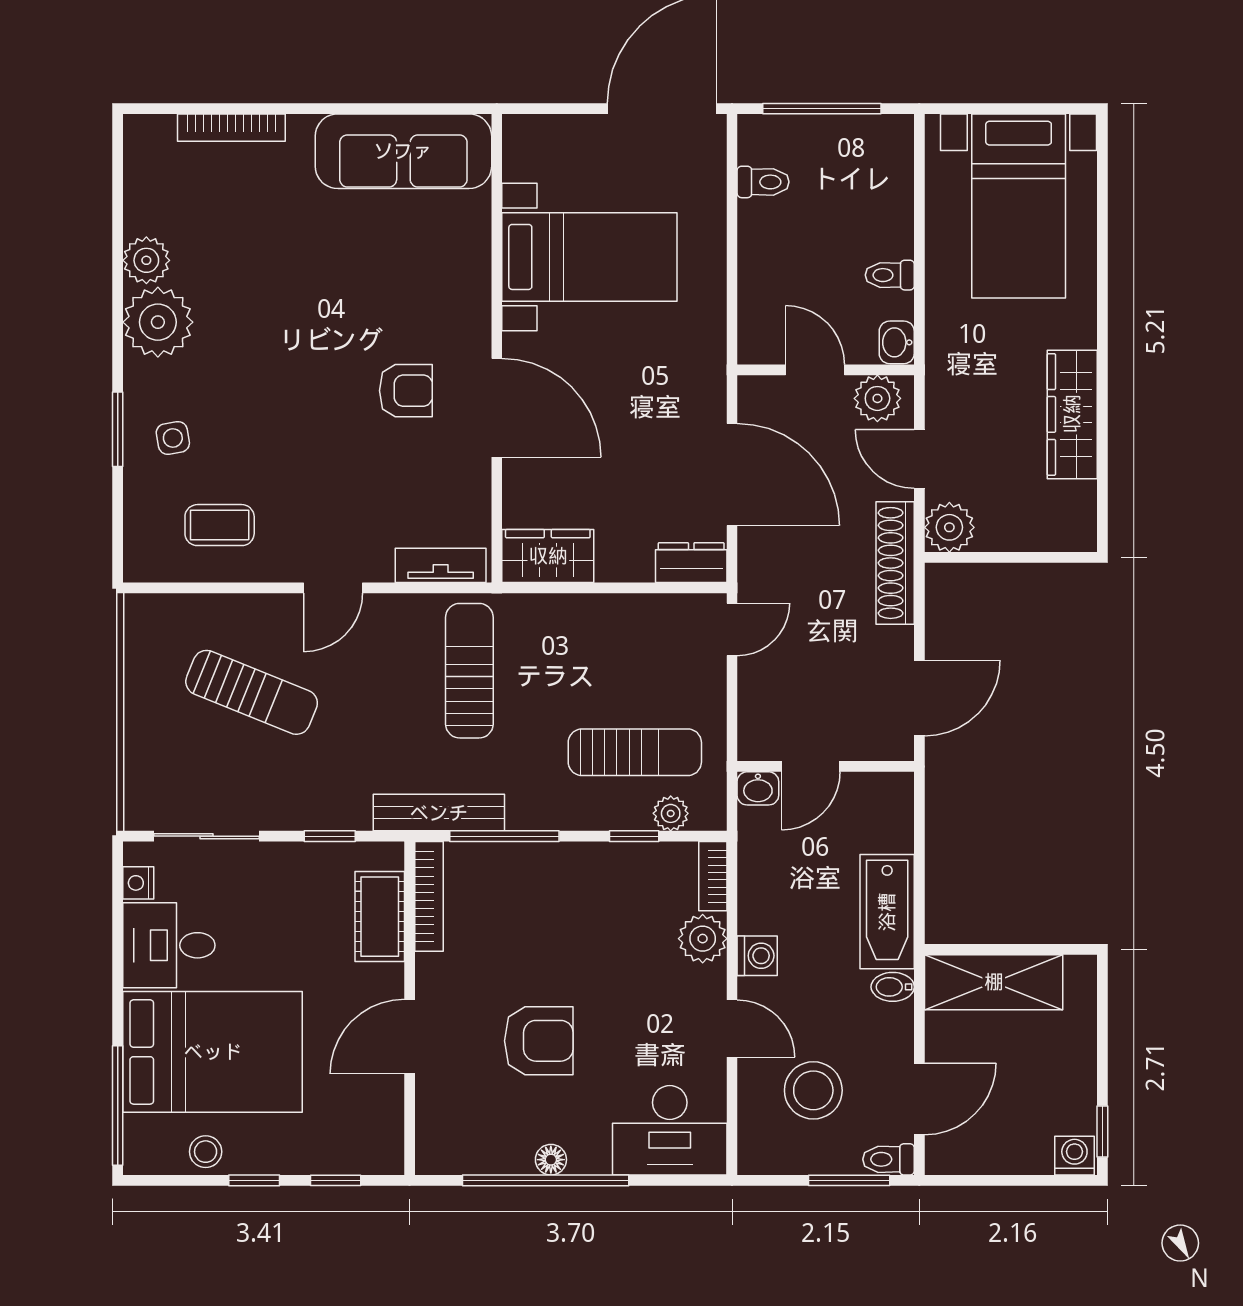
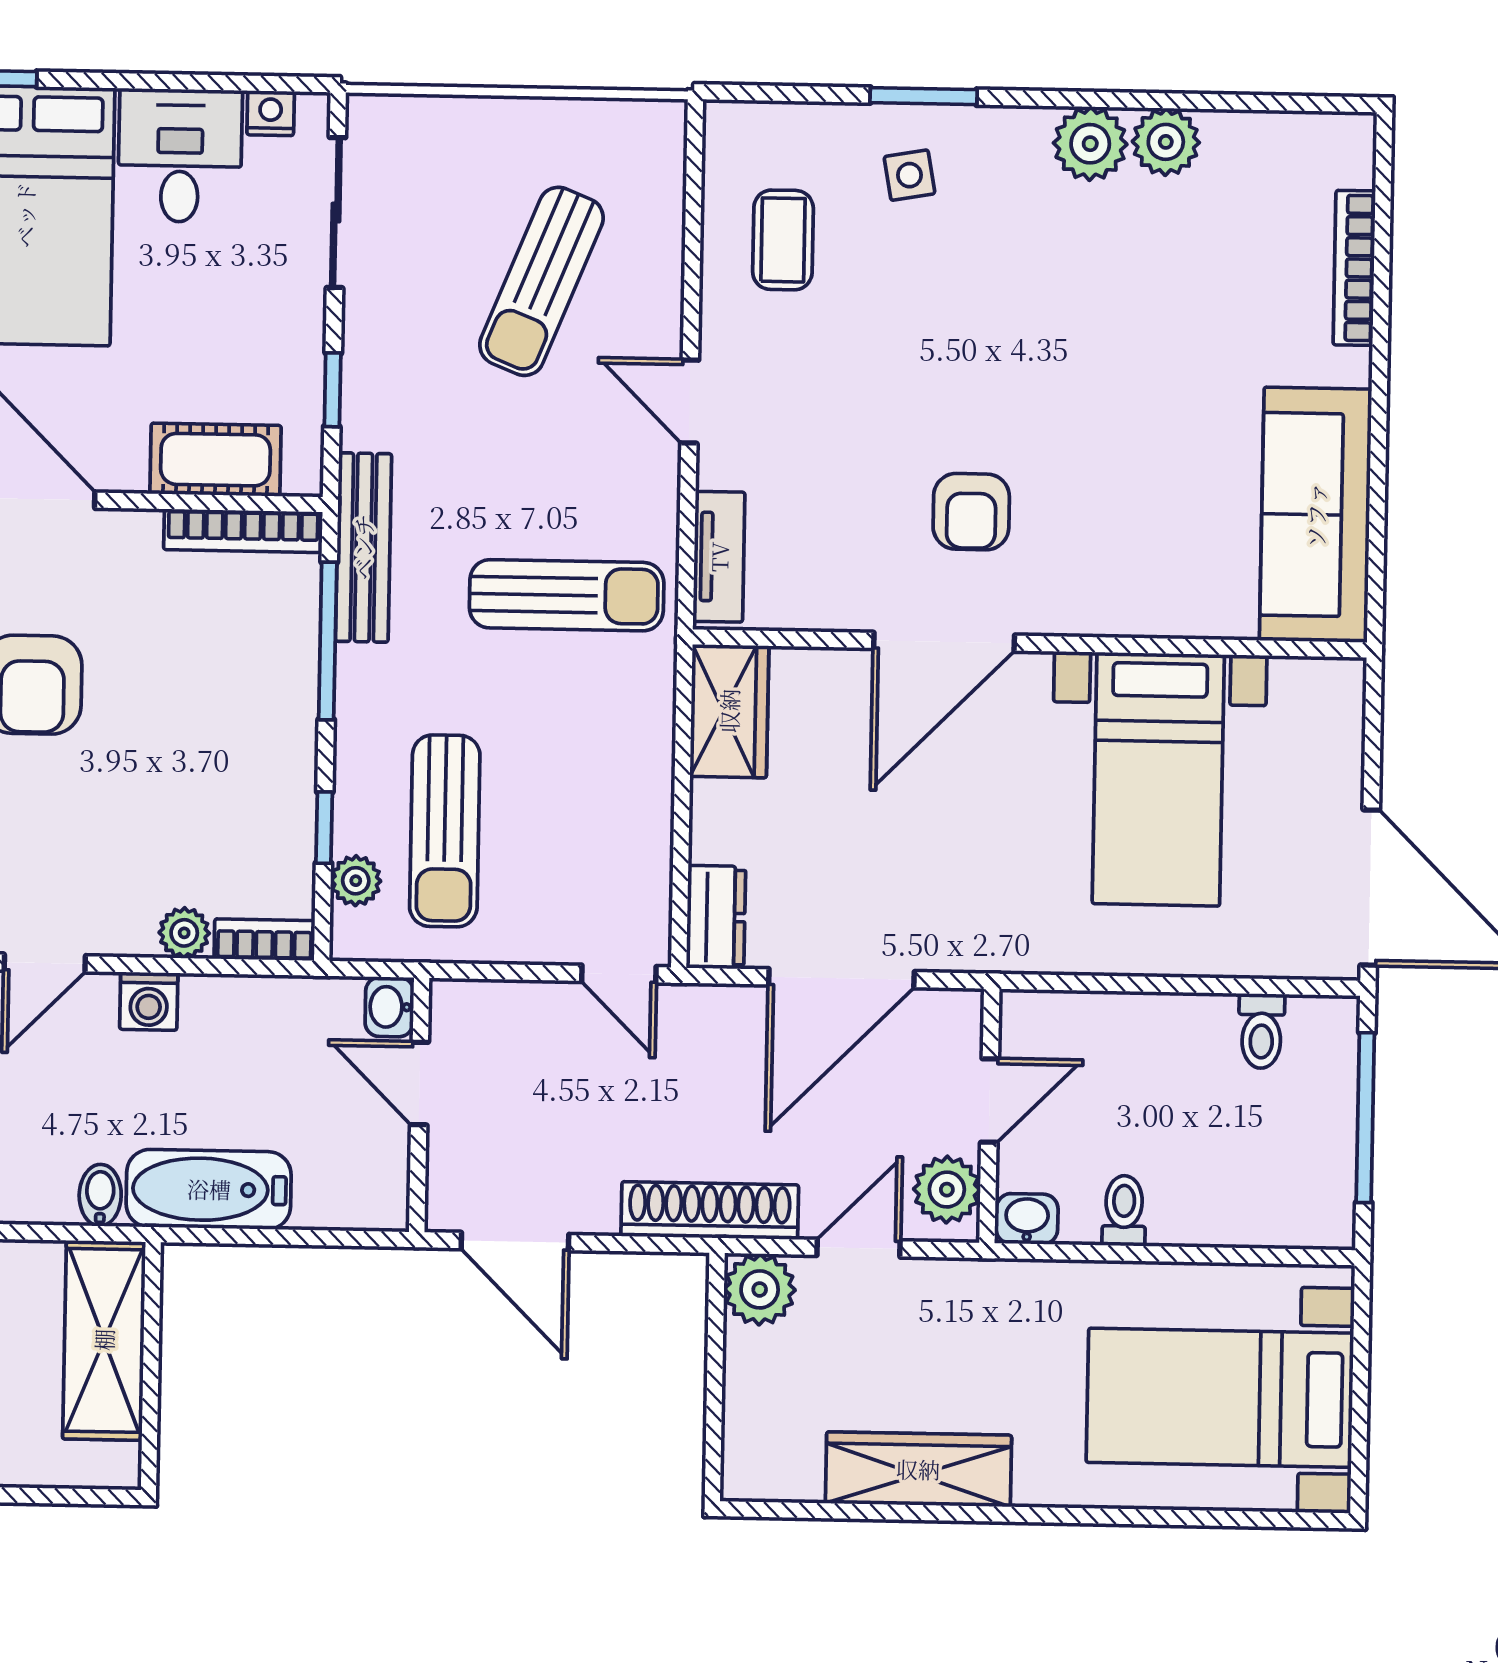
plant: (158, 322) -> (1090, 144), width x0.73, depth x0.73
plant: (703, 939) -> (184, 933), width x0.73, depth x0.73

